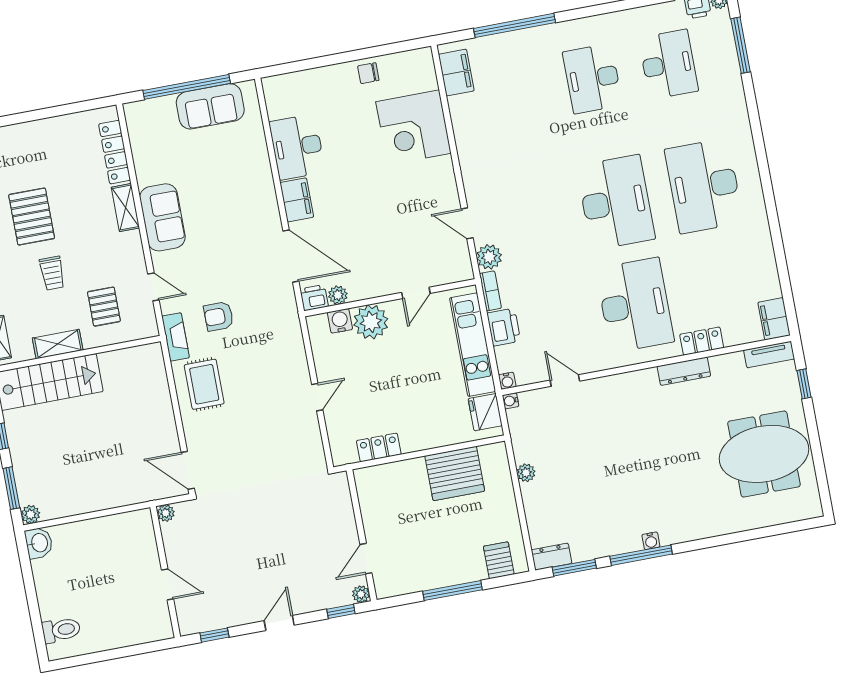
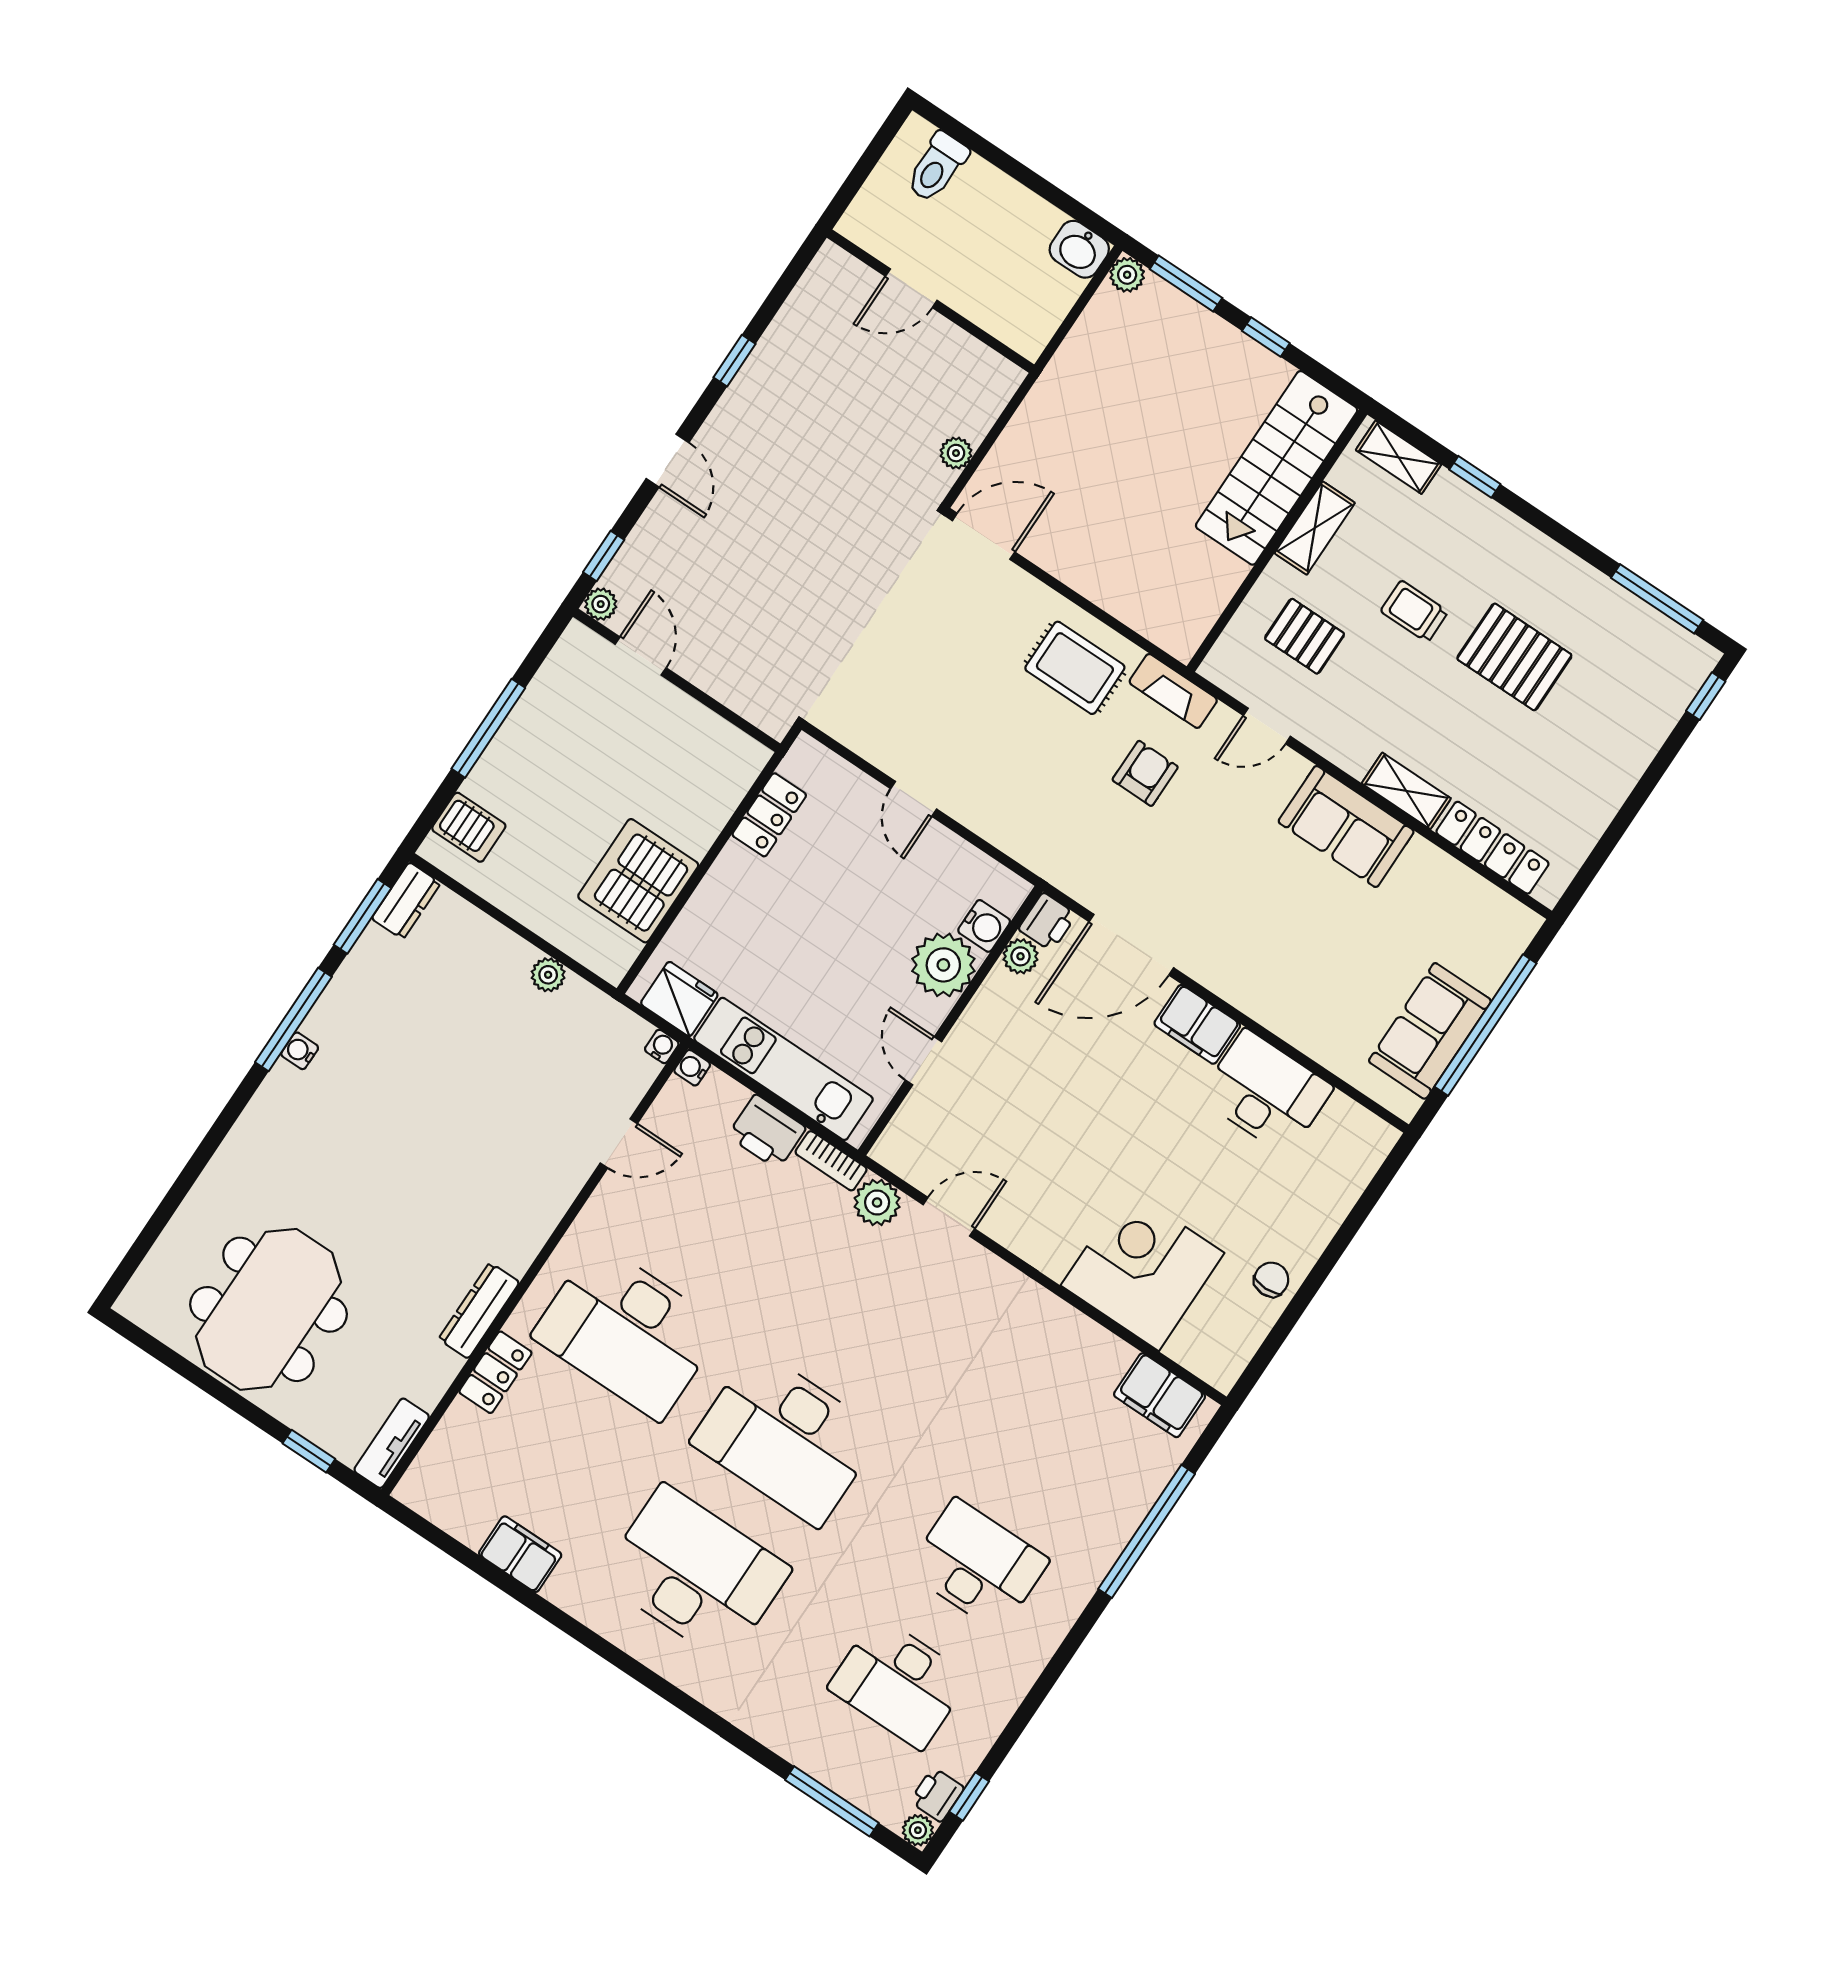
filing cabinet: (774, 319) -> (520, 1554), moved
wall: (165, 572) -> (931, 301), moved
door: (168, 584) -> (911, 288), moved

